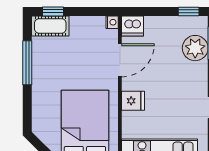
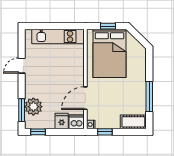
window: (53, 11) -> (105, 132), moved
fridge: (133, 101) -> (62, 121), moved, turned 90

